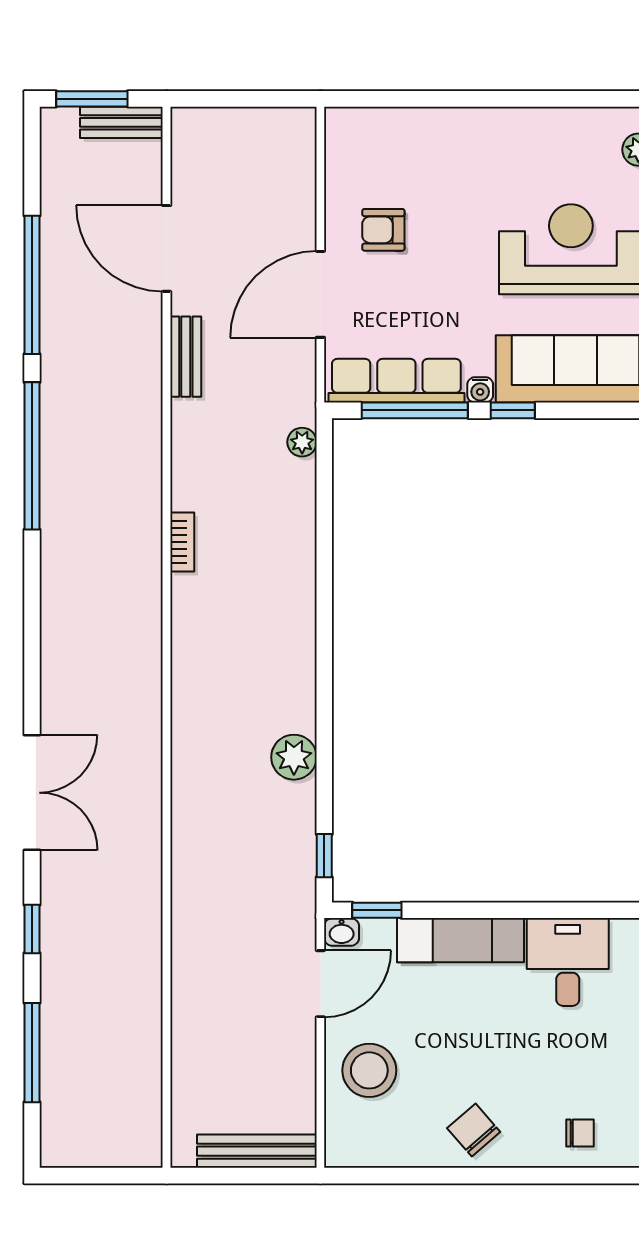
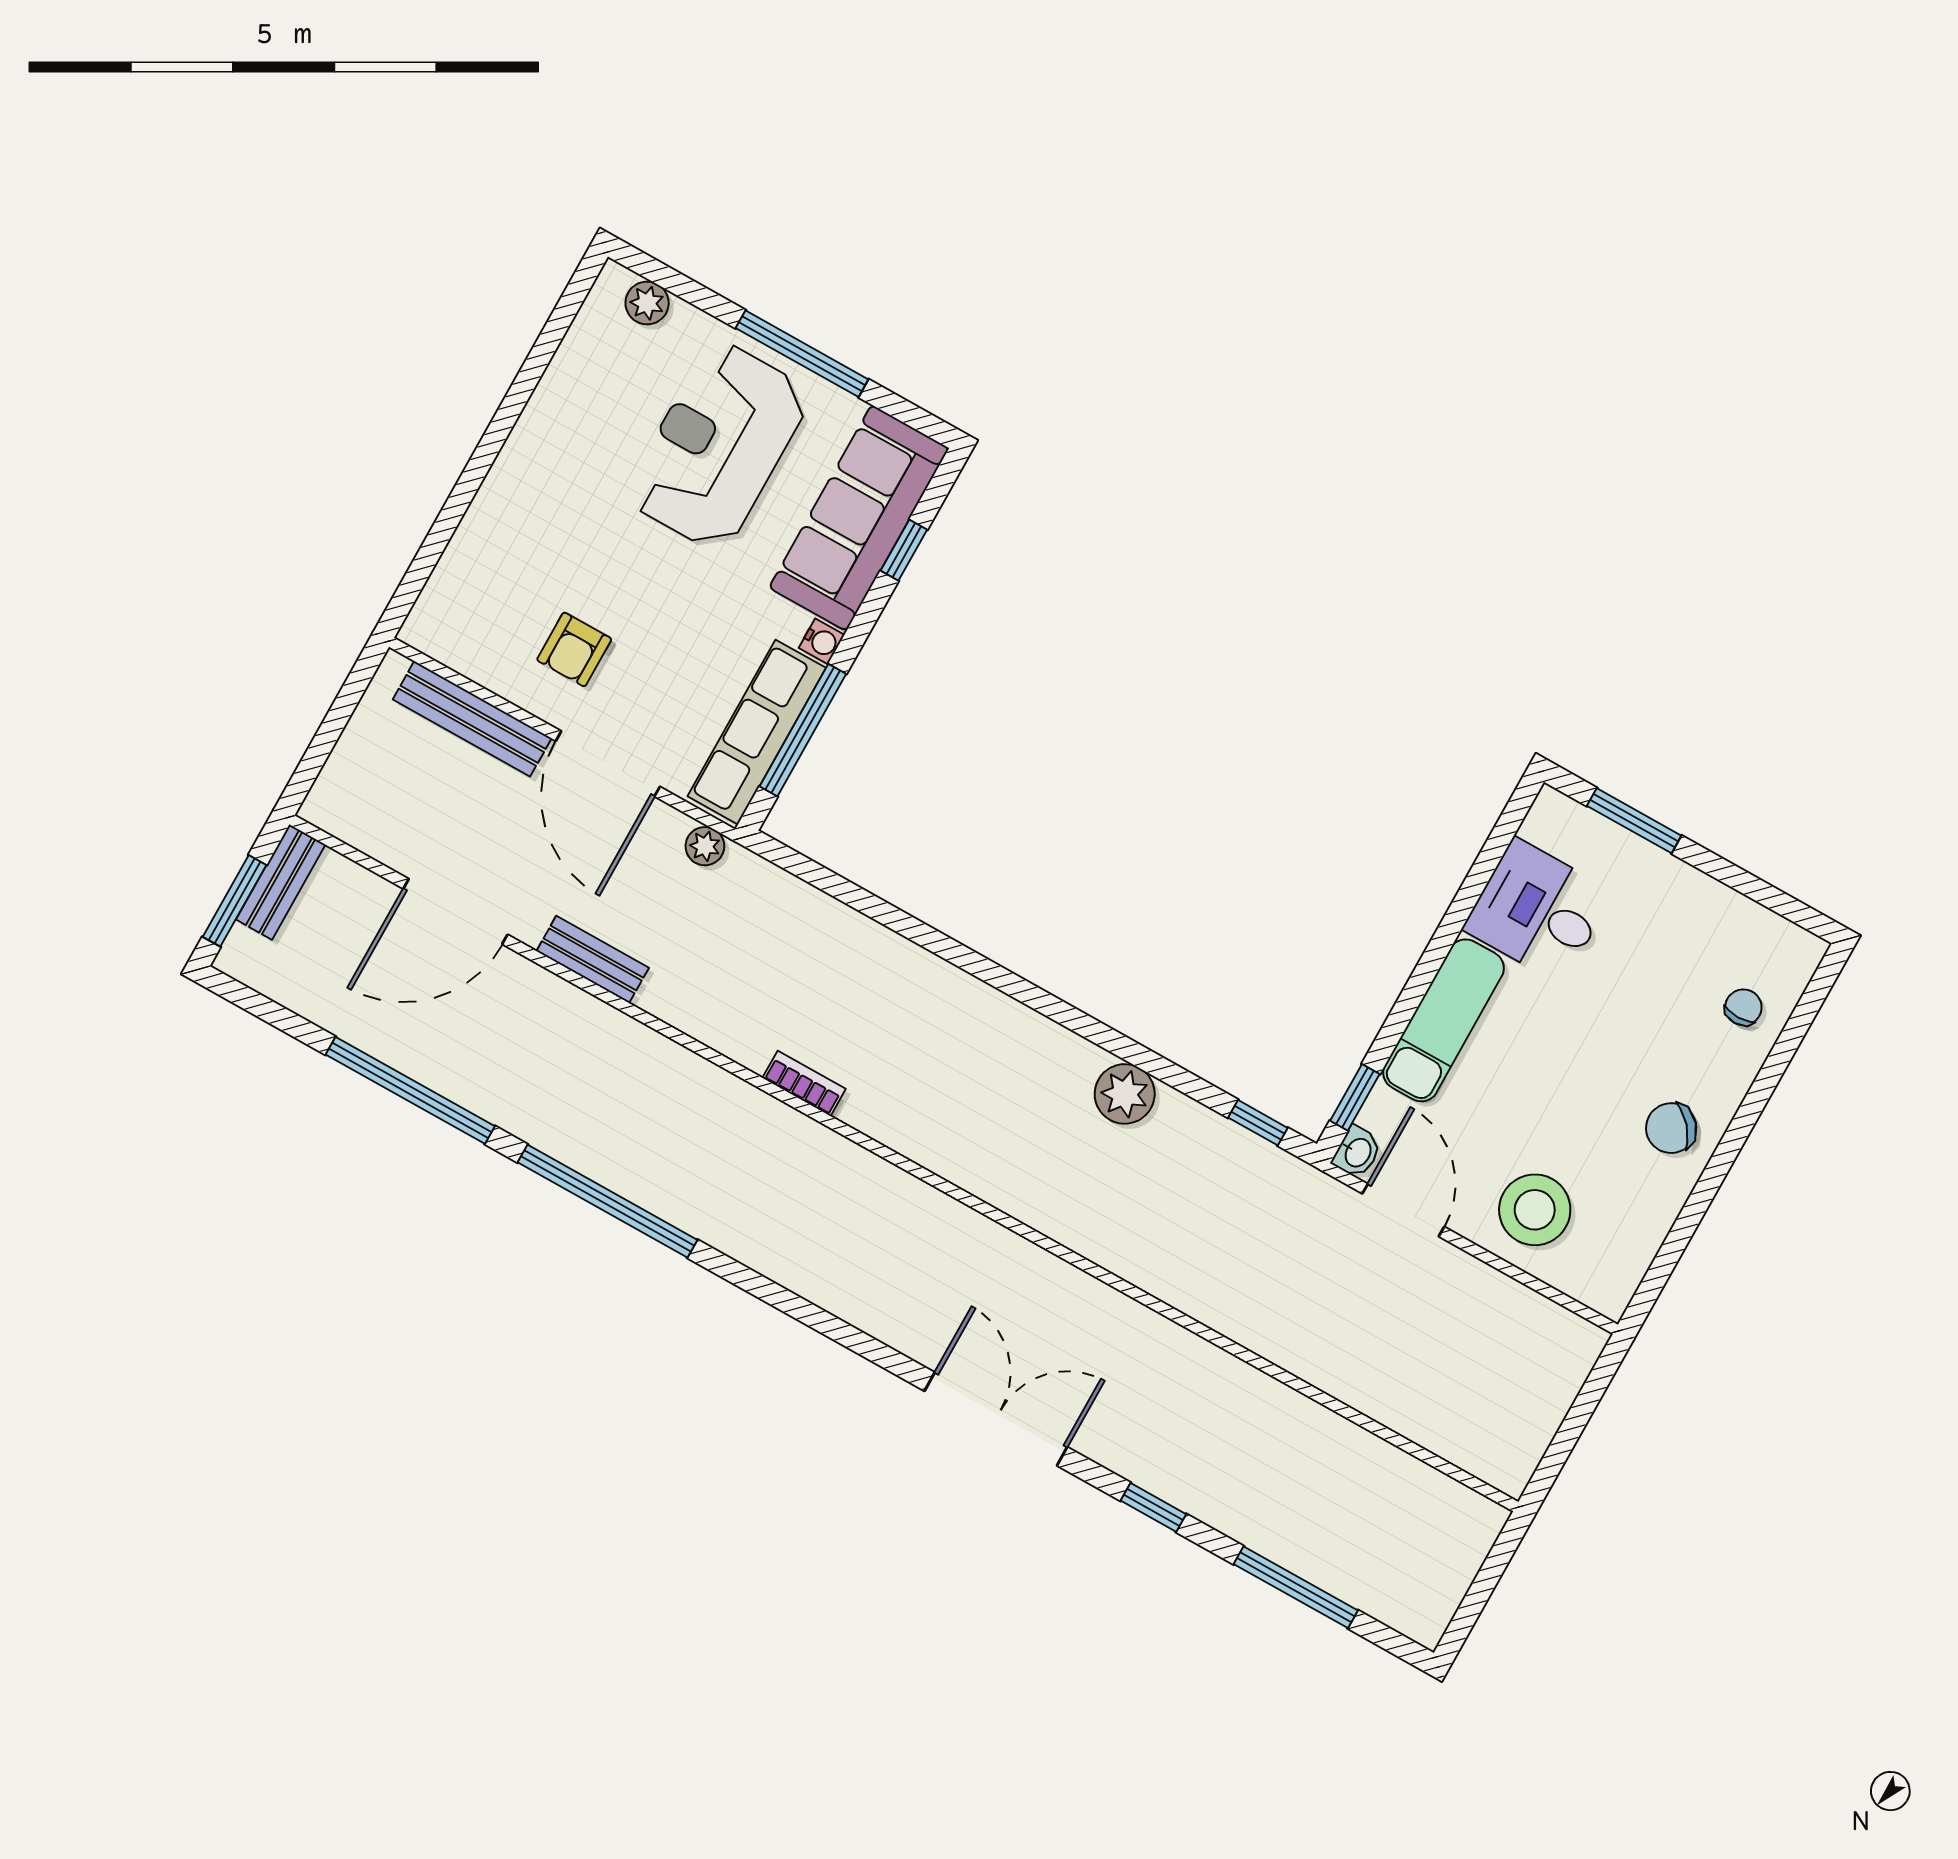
window: (513, 410) -> (904, 550), moved
plant: (302, 442) -> (705, 846), moved
bench: (257, 1151) -> (472, 719), moved, turned 90

